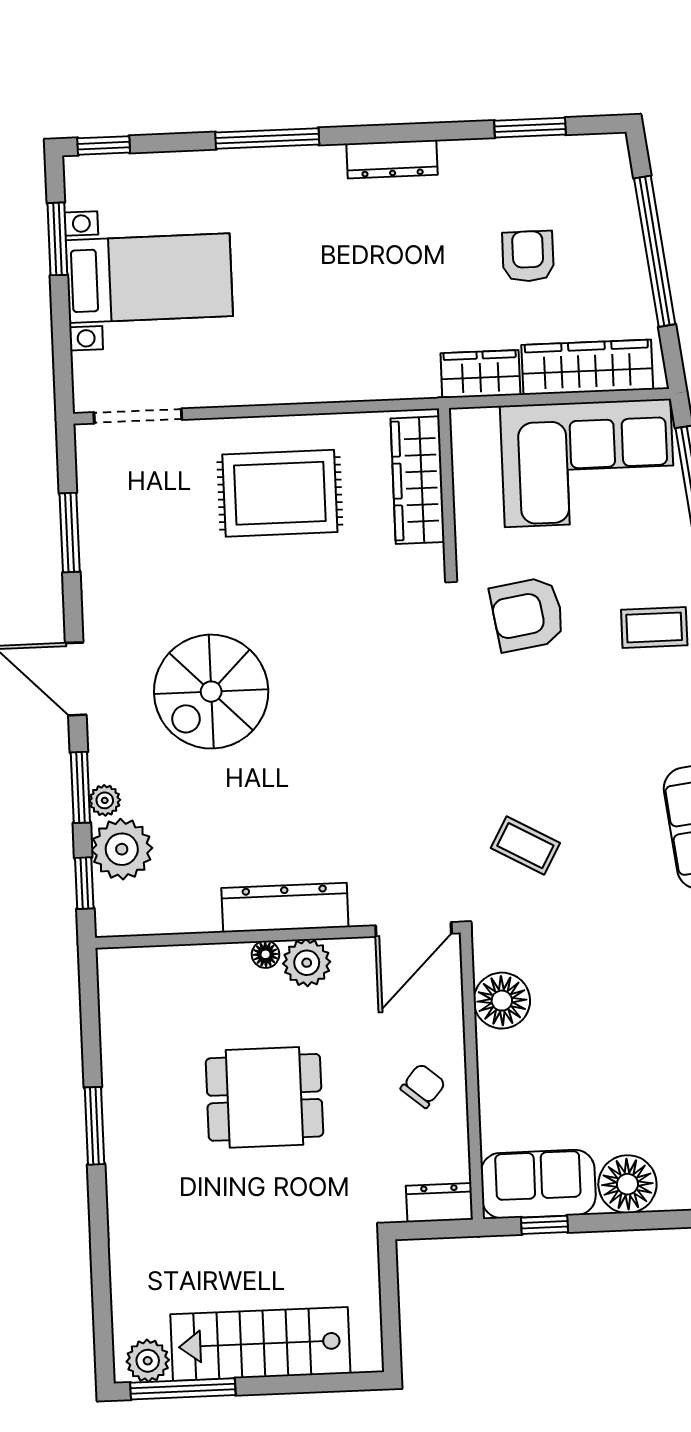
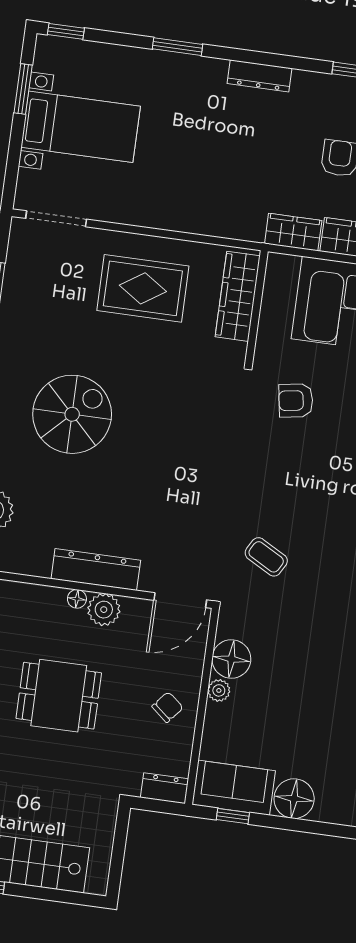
window: (267, 139) -> (178, 47), width x0.69
armchair: (527, 614) -> (296, 400), width x0.72, depth x0.72
spiral stairs: (211, 692) -> (72, 414), turned 180
plant: (492, 1049) -> (219, 690), added

